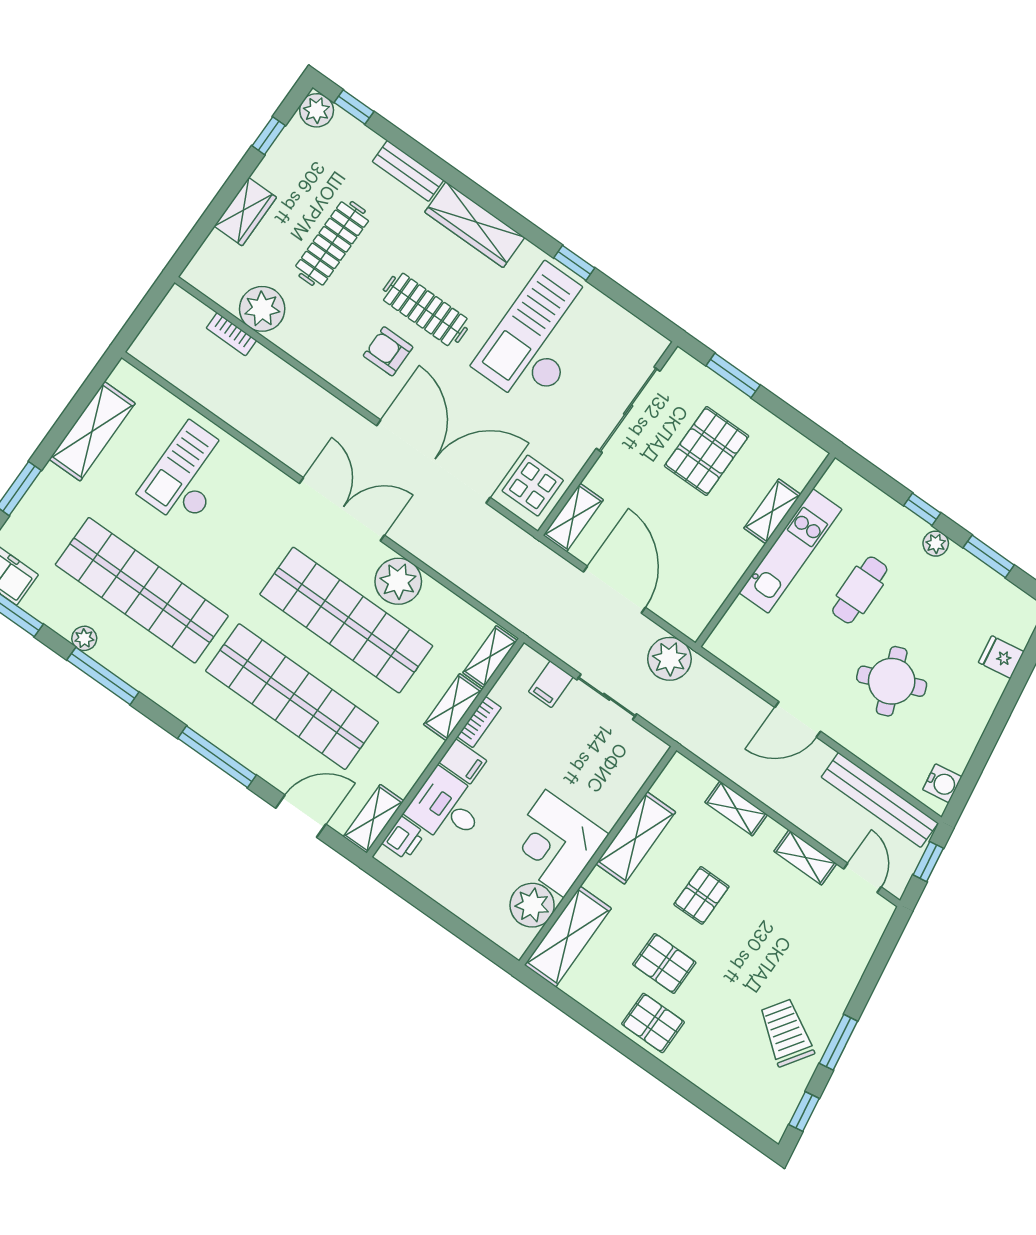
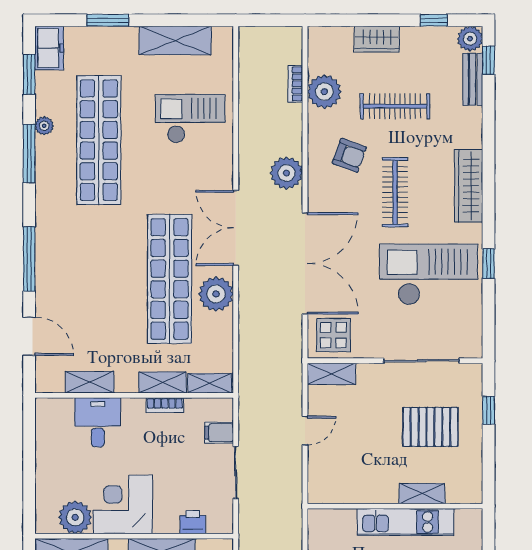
bench: (408, 171) -> (473, 79), moved
armchair: (388, 351) -> (349, 155), moved, turned 110
window: (733, 375) -> (489, 410), width x0.67
double door: (342, 509) -> (236, 228), swing flipped
door: (614, 590) -> (305, 431), width x0.53
plant: (669, 659) -> (286, 173), moved
shop shelf: (292, 697) -> (99, 279), removed
filing cabinet: (463, 762) -> (133, 412), removed
shelving: (373, 819) -> (90, 382), moved
printer: (404, 838) -> (193, 522), moved, turned 180

